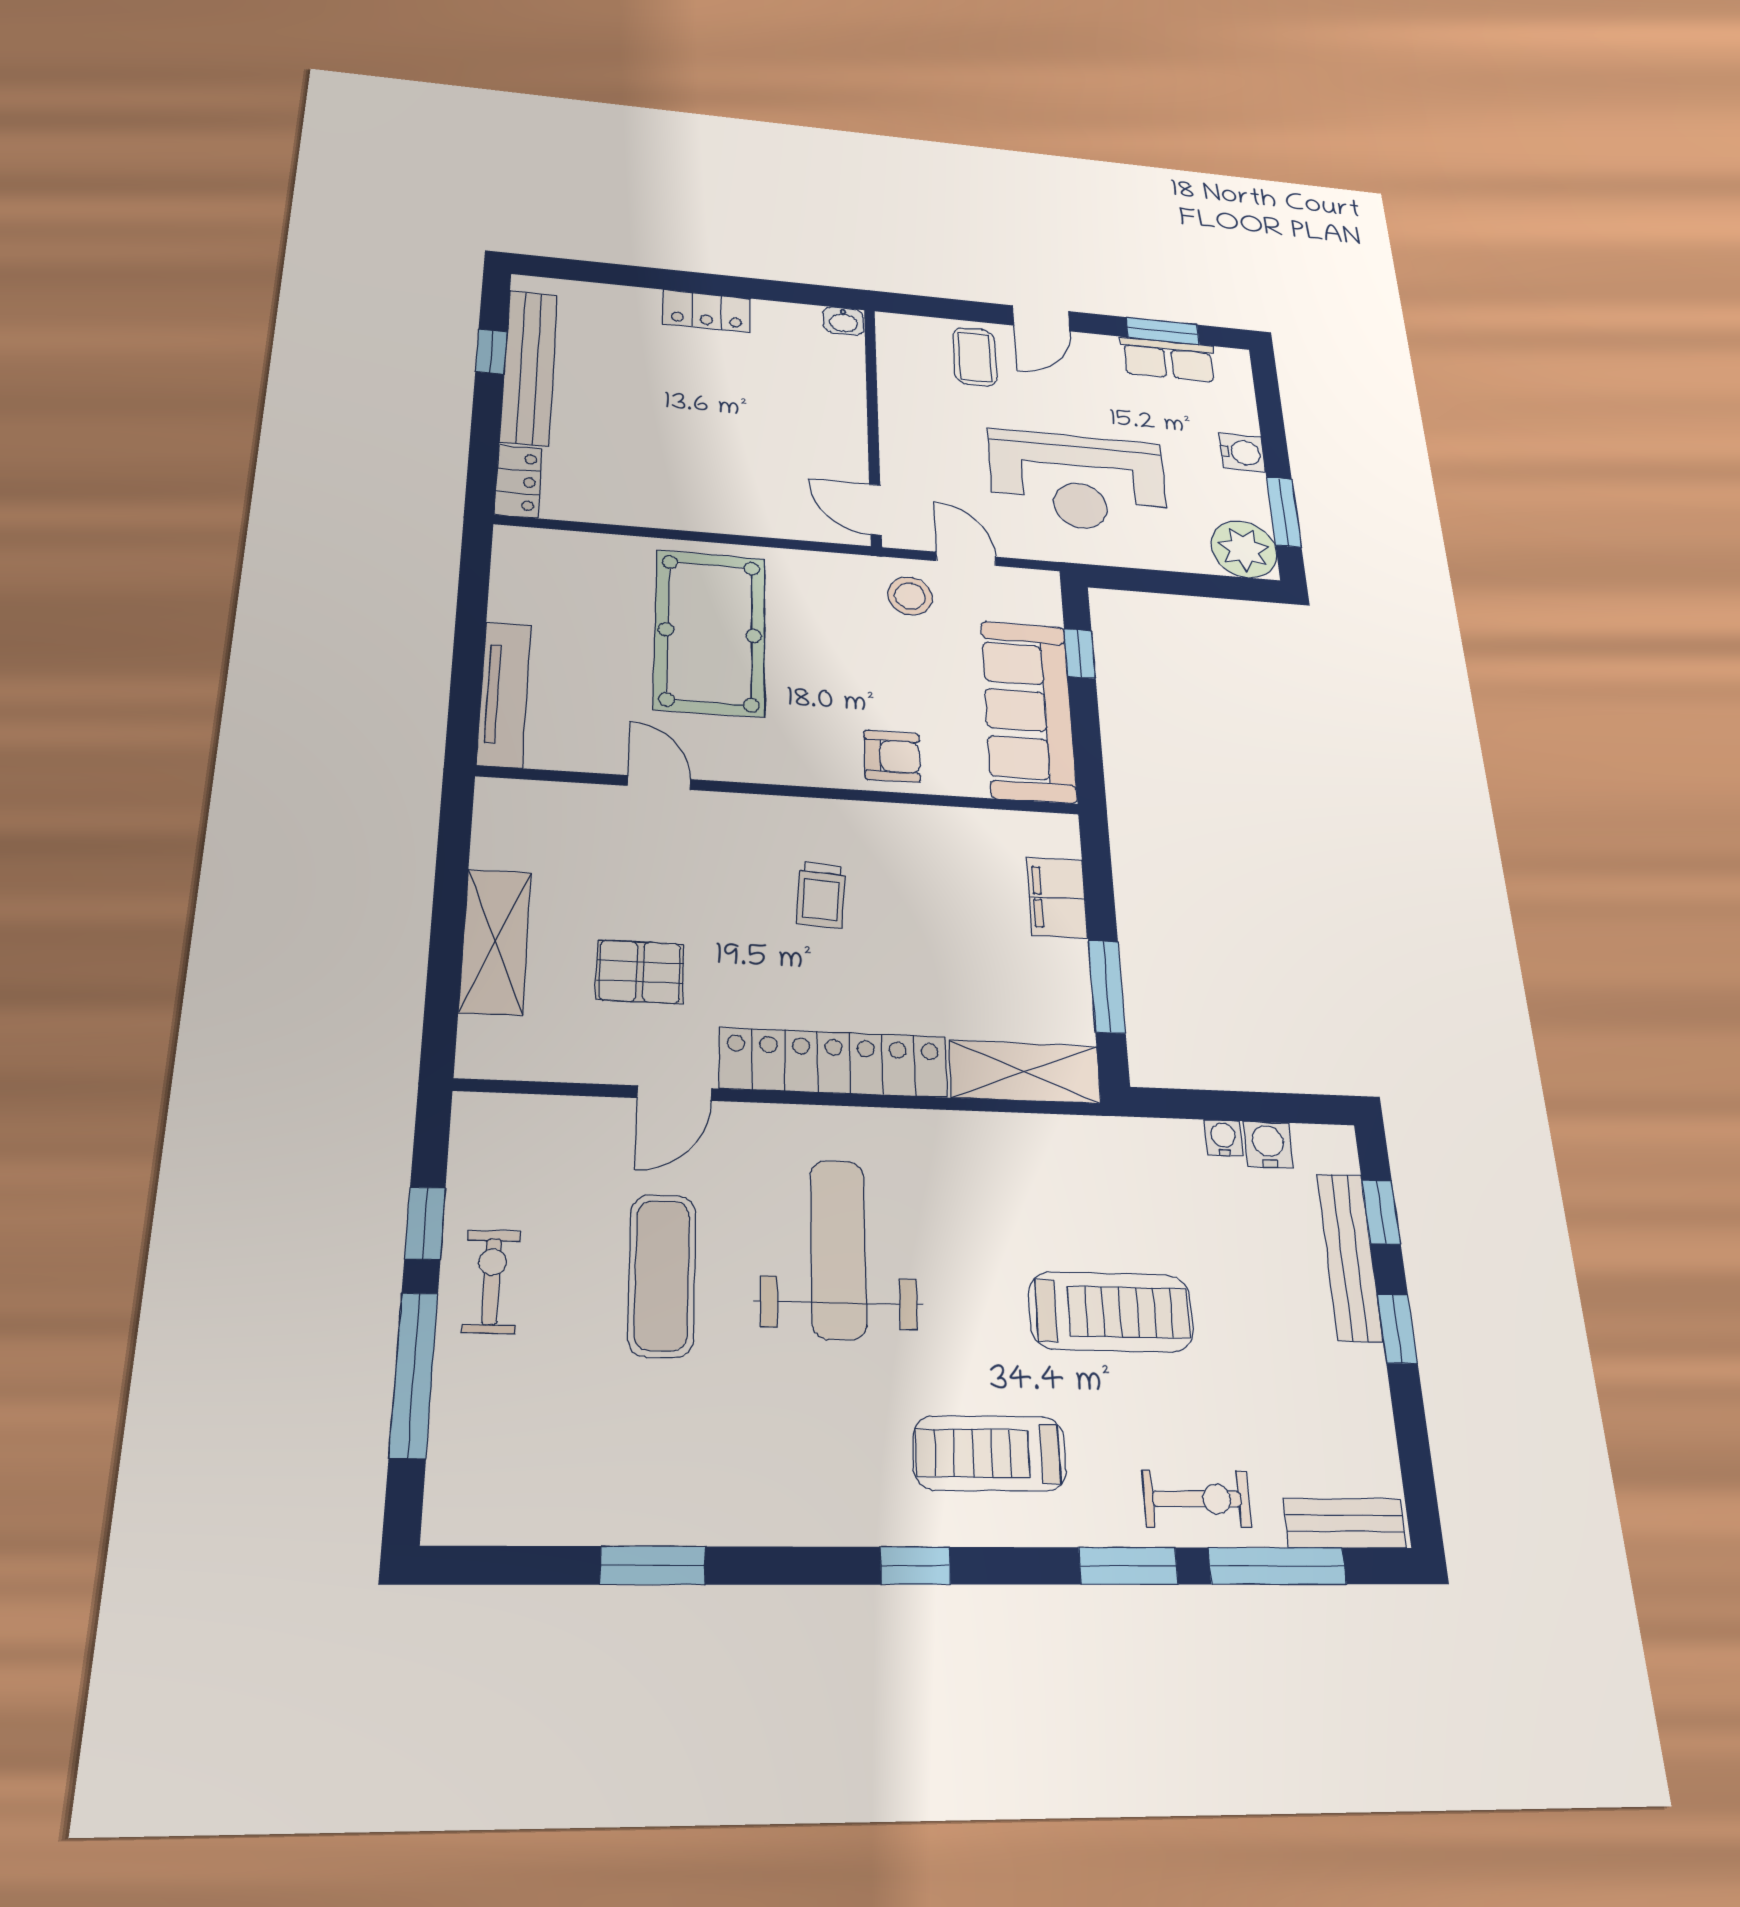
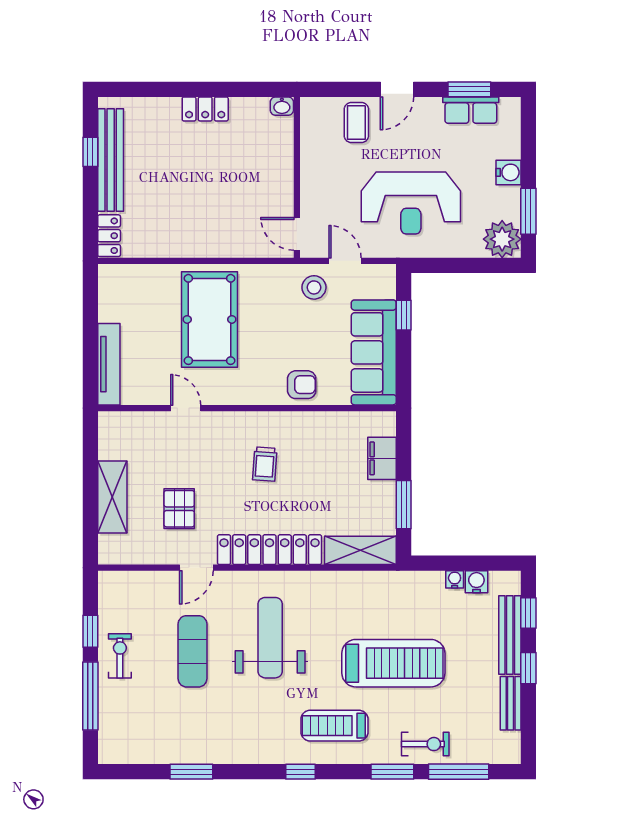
pallet: (640, 972) -> (179, 509), turned 90
treadmill: (1111, 1312) -> (393, 663), width x1.37, depth x1.38
bench: (1345, 1523) -> (511, 703), moved, turned 90

